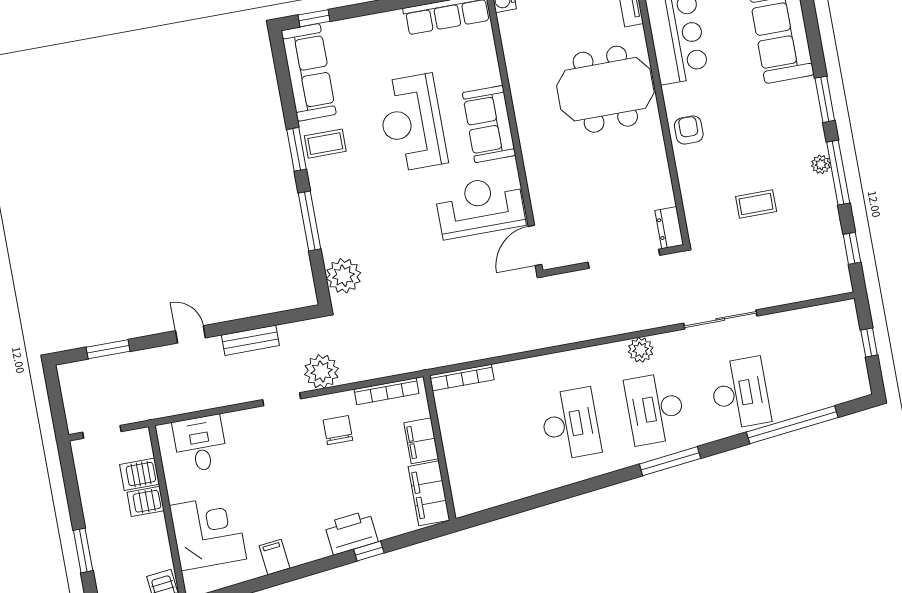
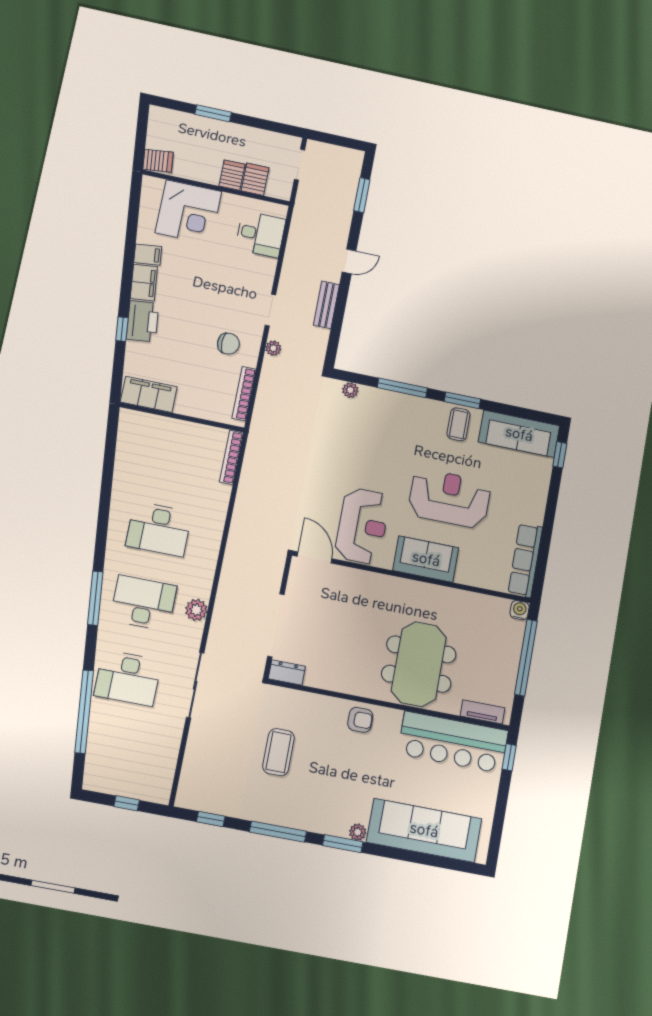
plant: (821, 164) -> (358, 832), moved
coffee table: (756, 204) -> (279, 752), width x1.36, depth x1.30
plant: (344, 276) -> (350, 390), width x0.53, depth x0.53
plant: (322, 371) -> (273, 348), width x0.53, depth x0.53
filing cabinet: (421, 441) -> (144, 283), moved, turned 84

